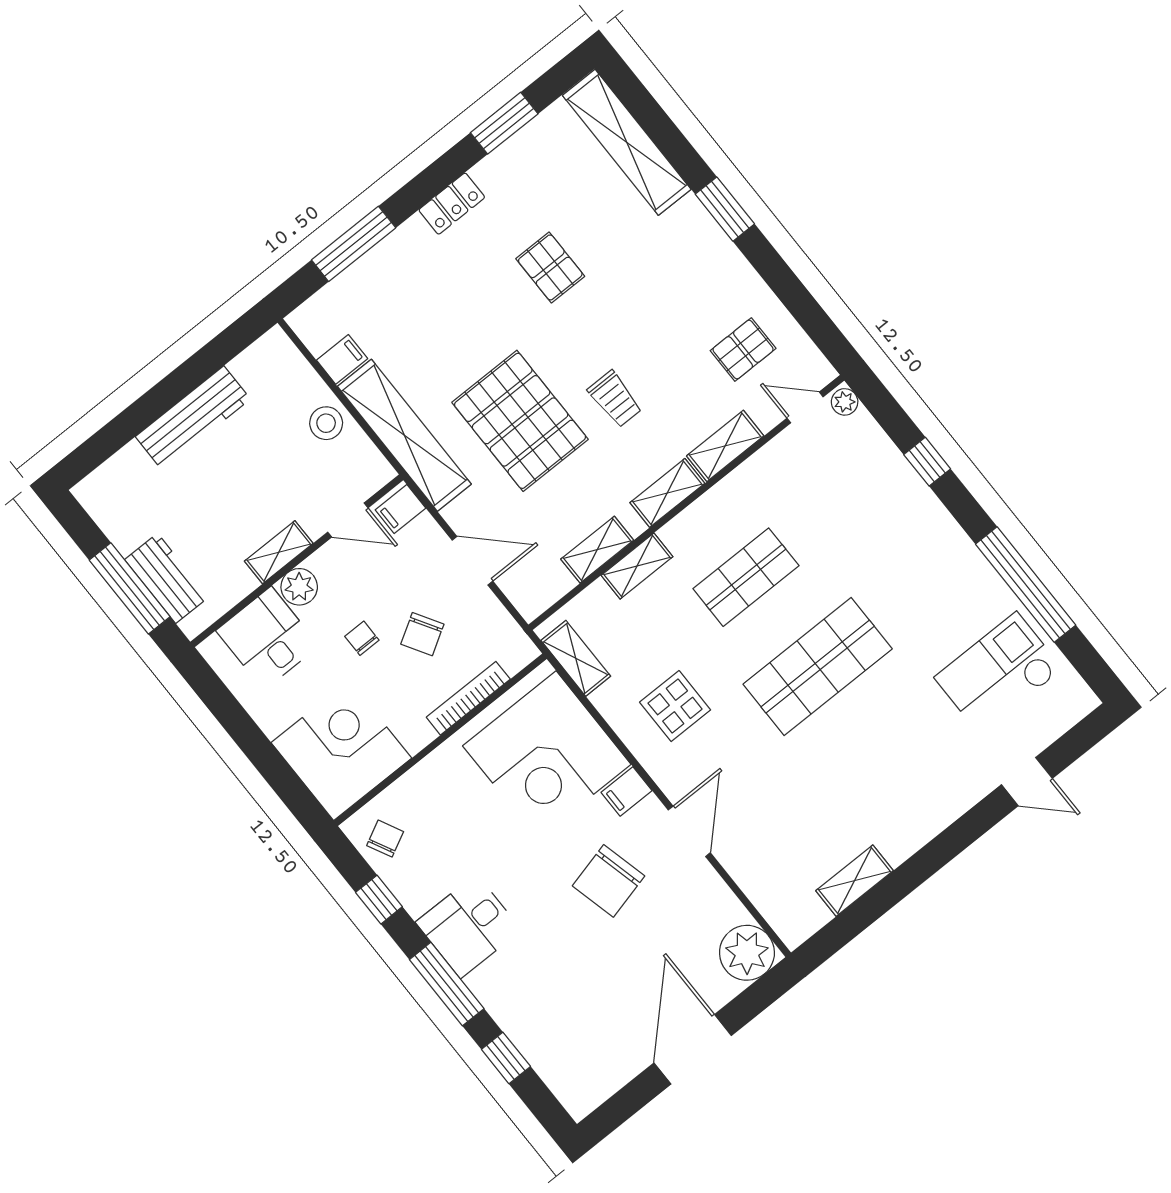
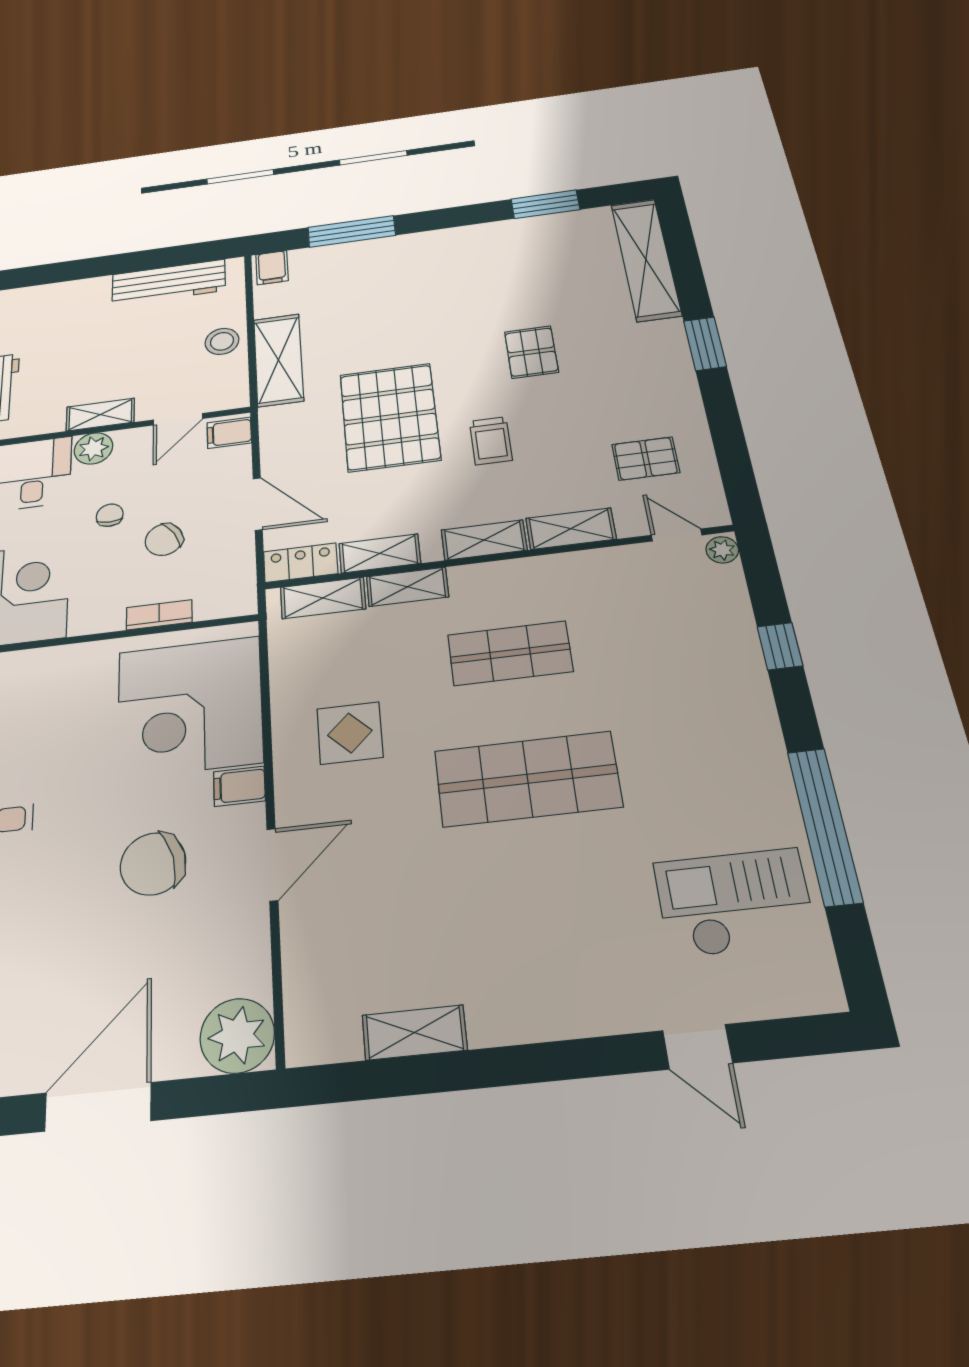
locker: (452, 204) -> (301, 563), moved, turned 180
pallet: (550, 267) -> (531, 352), moved
filing cabinet: (342, 359) -> (272, 268), moved, turned 90
workbench: (193, 418) -> (169, 282), moved
shelving: (404, 435) -> (278, 360), width x0.68
door: (348, 520) -> (178, 419), hinge flipped
shelving: (576, 658) -> (323, 598), moved, turned 90
bookcase: (468, 698) -> (159, 615), width x0.64

